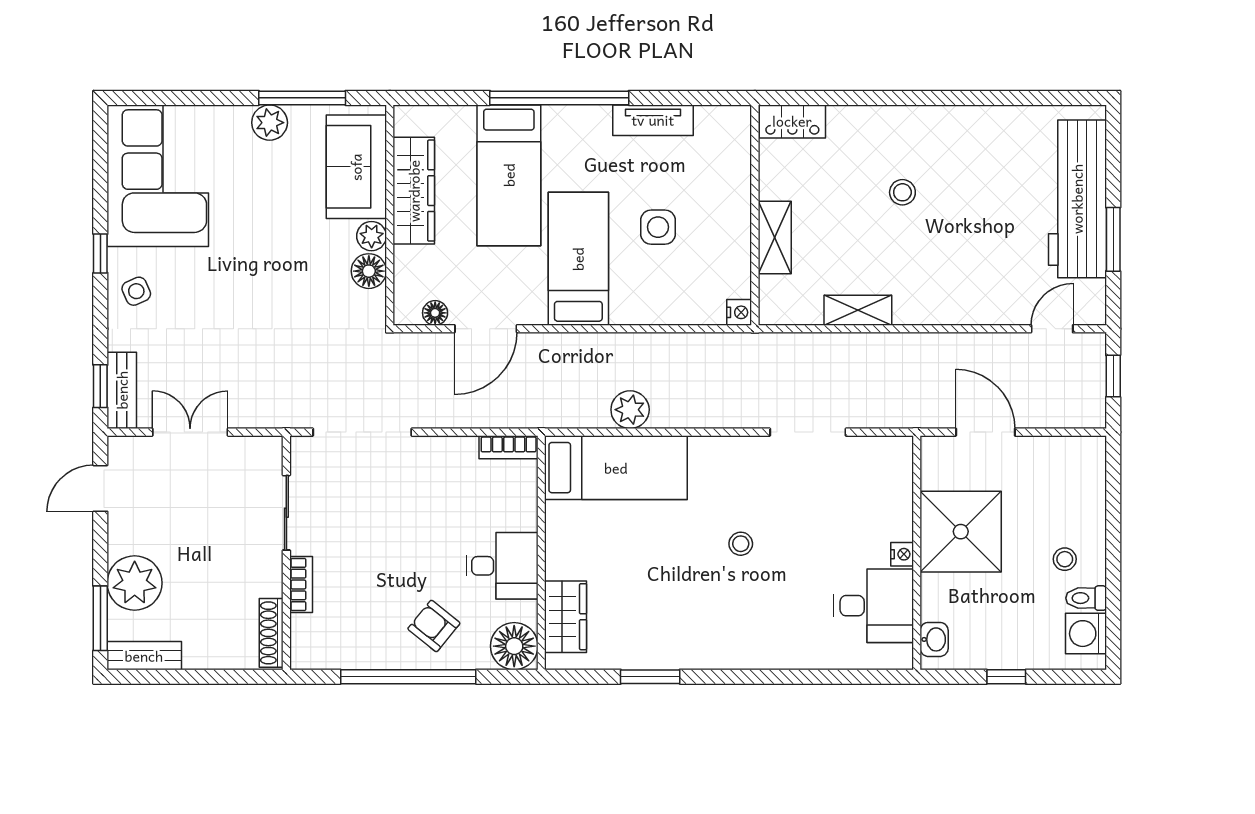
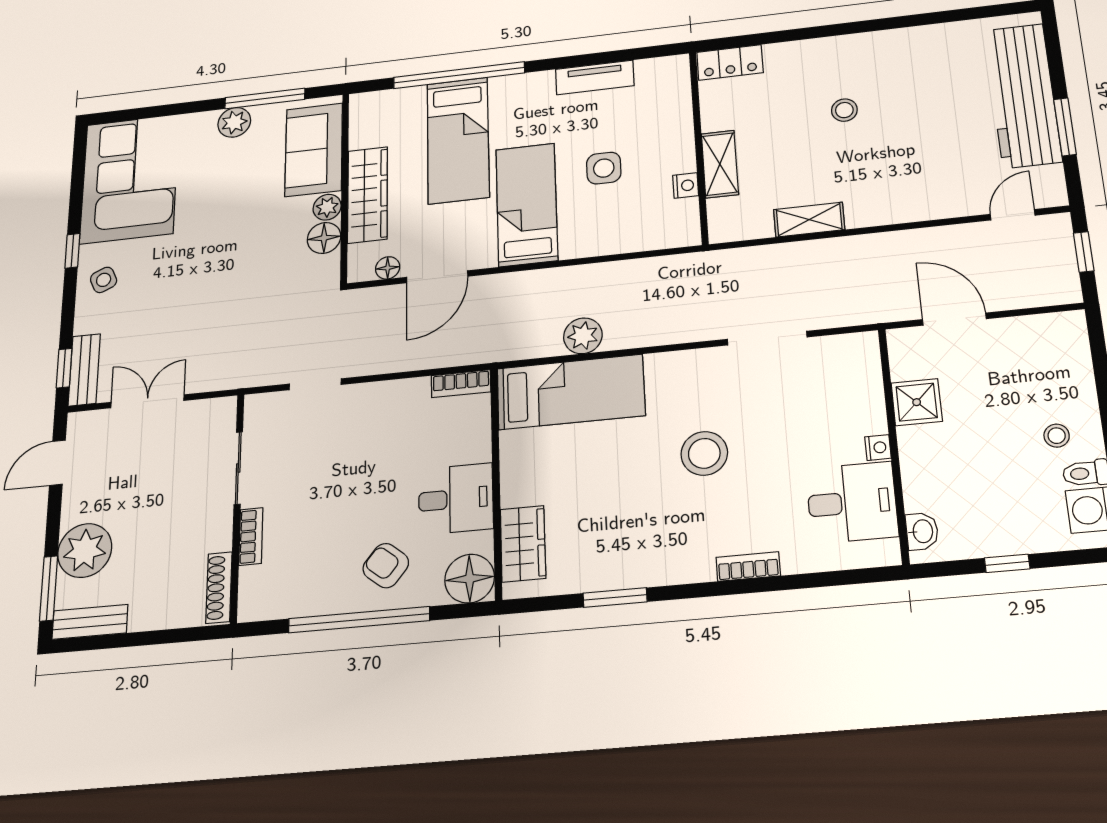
window: (559, 98) -> (459, 75), moved
wardrobe: (414, 191) -> (367, 195), moved
nightstand: (739, 312) -> (686, 186), moved
doorway: (362, 432) -> (315, 384), width x0.53
shower: (961, 532) -> (917, 402), width x0.54, depth x0.54
stool: (741, 544) -> (704, 453), width x1.89, depth x1.89
bookcase: (774, 658) -> (748, 567), added

